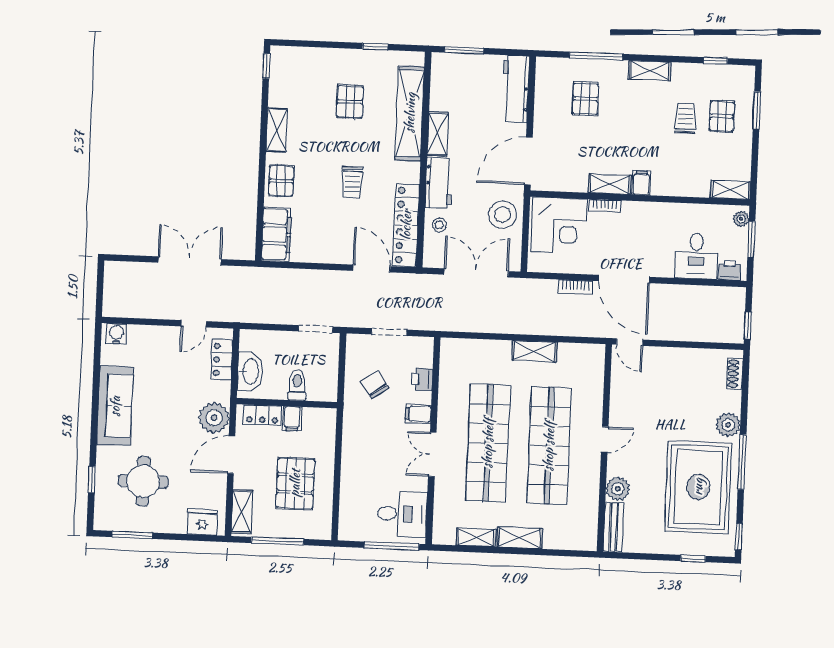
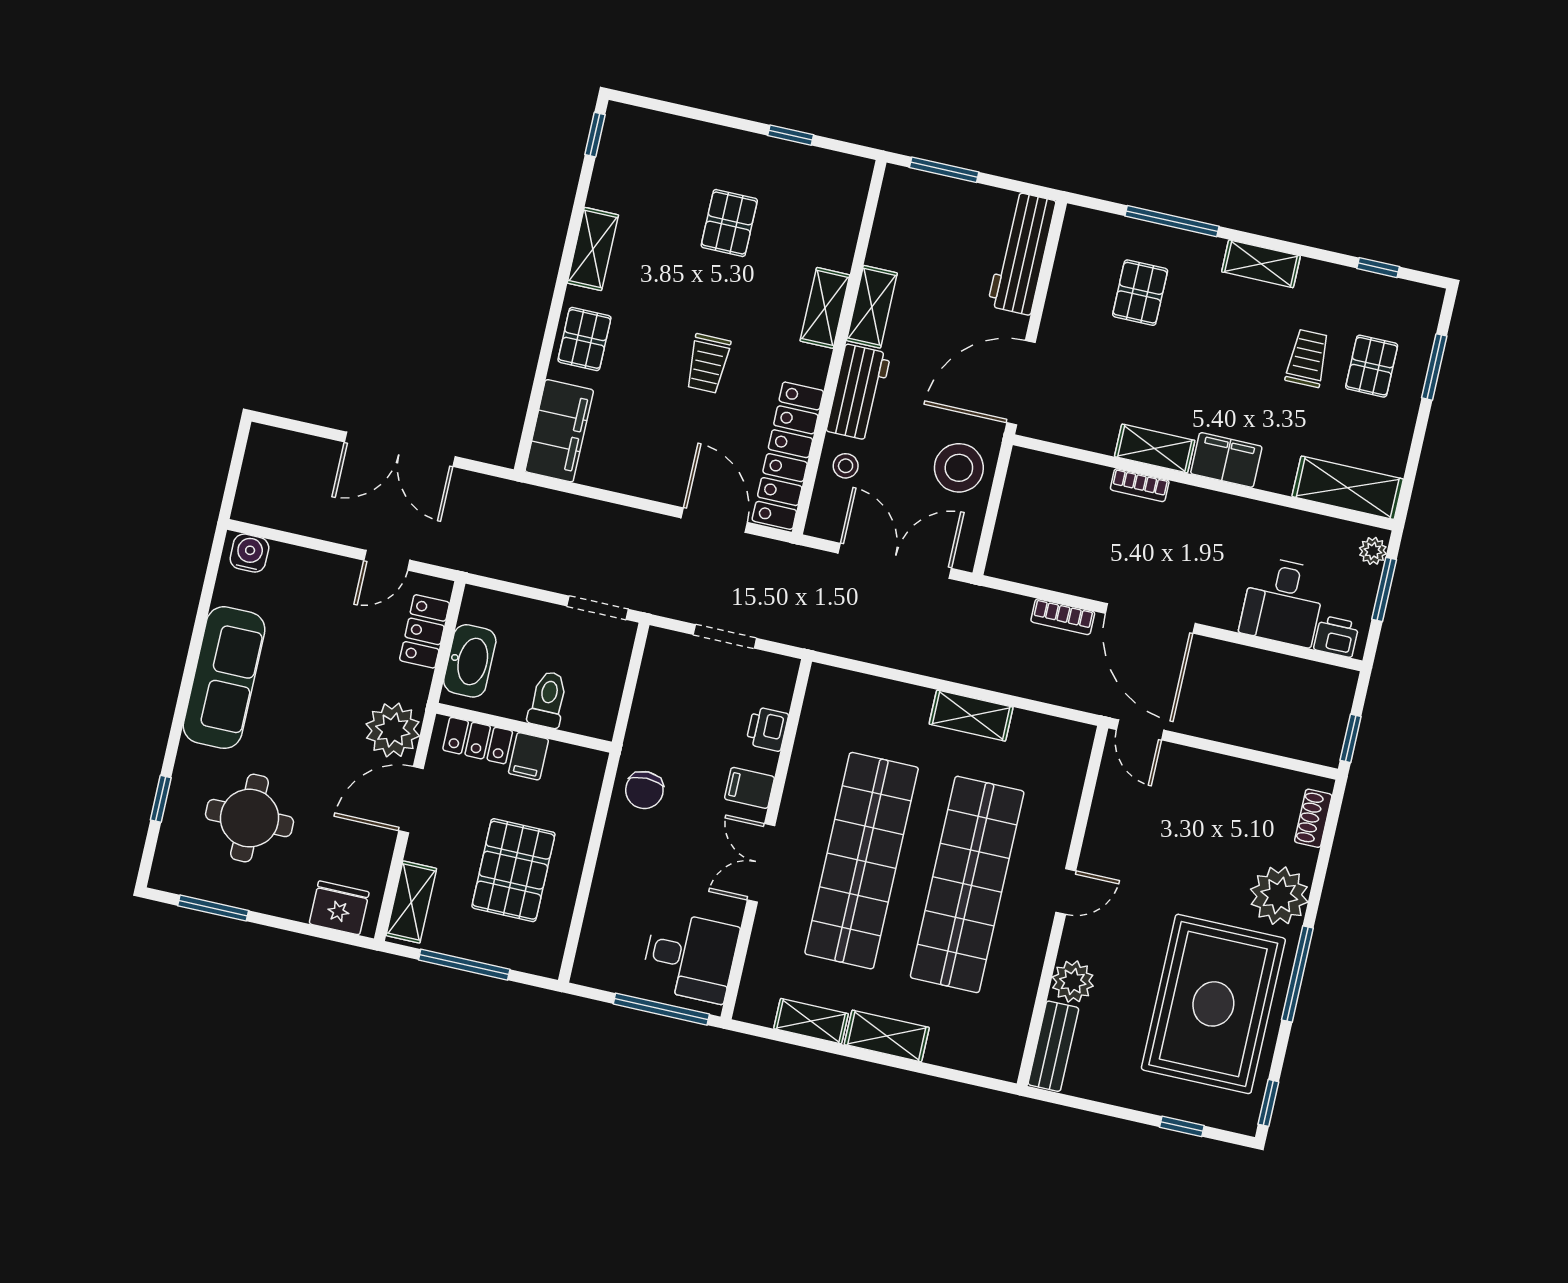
shelving: (410, 113) -> (825, 308), width x0.45, depth x0.75
filing cabinet: (641, 183) -> (1226, 460), width x2.00
shelving: (730, 190) -> (1348, 488), width x1.50, depth x1.33
corner desk: (559, 225) -> (1054, 504), removed
double door: (190, 261) -> (400, 449), swing flipped
chair: (375, 385) -> (644, 790), moved, turned -145
plant: (728, 425) -> (1279, 896), width x1.36, depth x1.36

